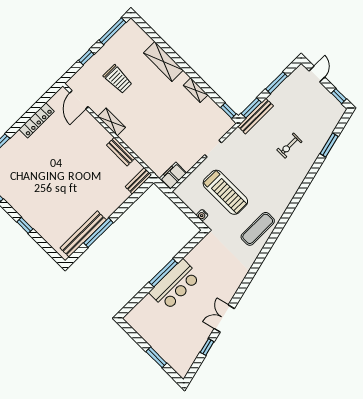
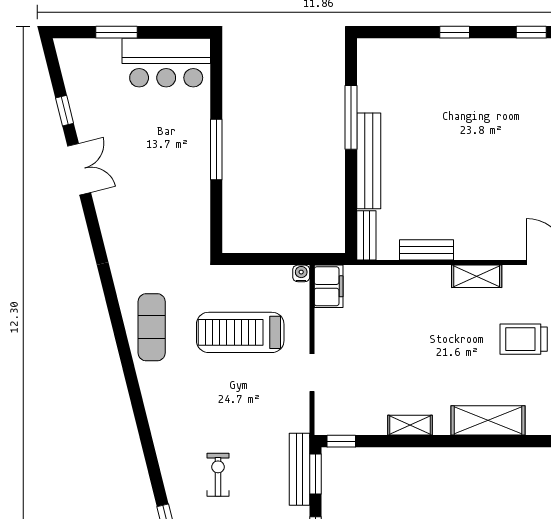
water cooler: (202, 215) -> (301, 273), moved
bench: (83, 234) -> (369, 161), moved
bar counter: (175, 285) -> (166, 63), moved, turned -90

